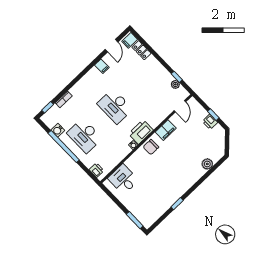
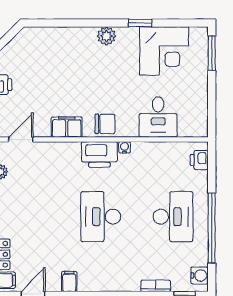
desk: (115, 106) -> (101, 217), turned 180
water cooler: (58, 130) -> (199, 275), moved
plant: (207, 164) -> (106, 36), moved
desk: (123, 179) -> (158, 117), moved
corner desk: (156, 202) -> (164, 51), added

